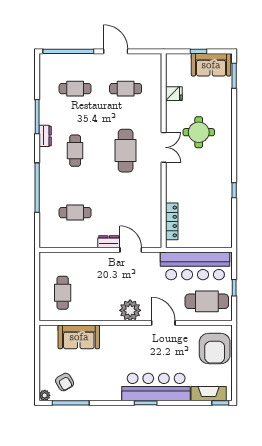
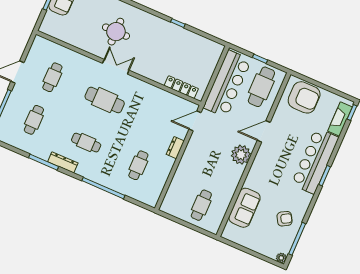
fridge: (174, 94) -> (74, 38), removed
dresser: (45, 136) -> (63, 162), width x1.44
door: (131, 250) -> (195, 121), moved
cafe table: (63, 293) -> (201, 205), turned 90
armchair: (65, 382) -> (285, 219), moved

